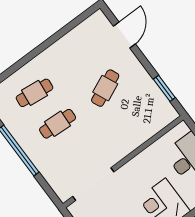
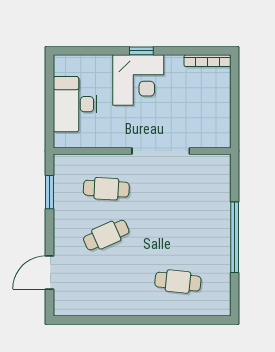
cafe table: (58, 124) -> (106, 189), moved
doorway: (93, 184) -> (161, 151), moved

